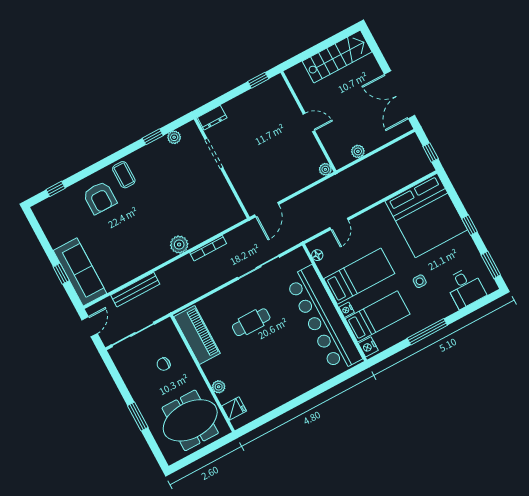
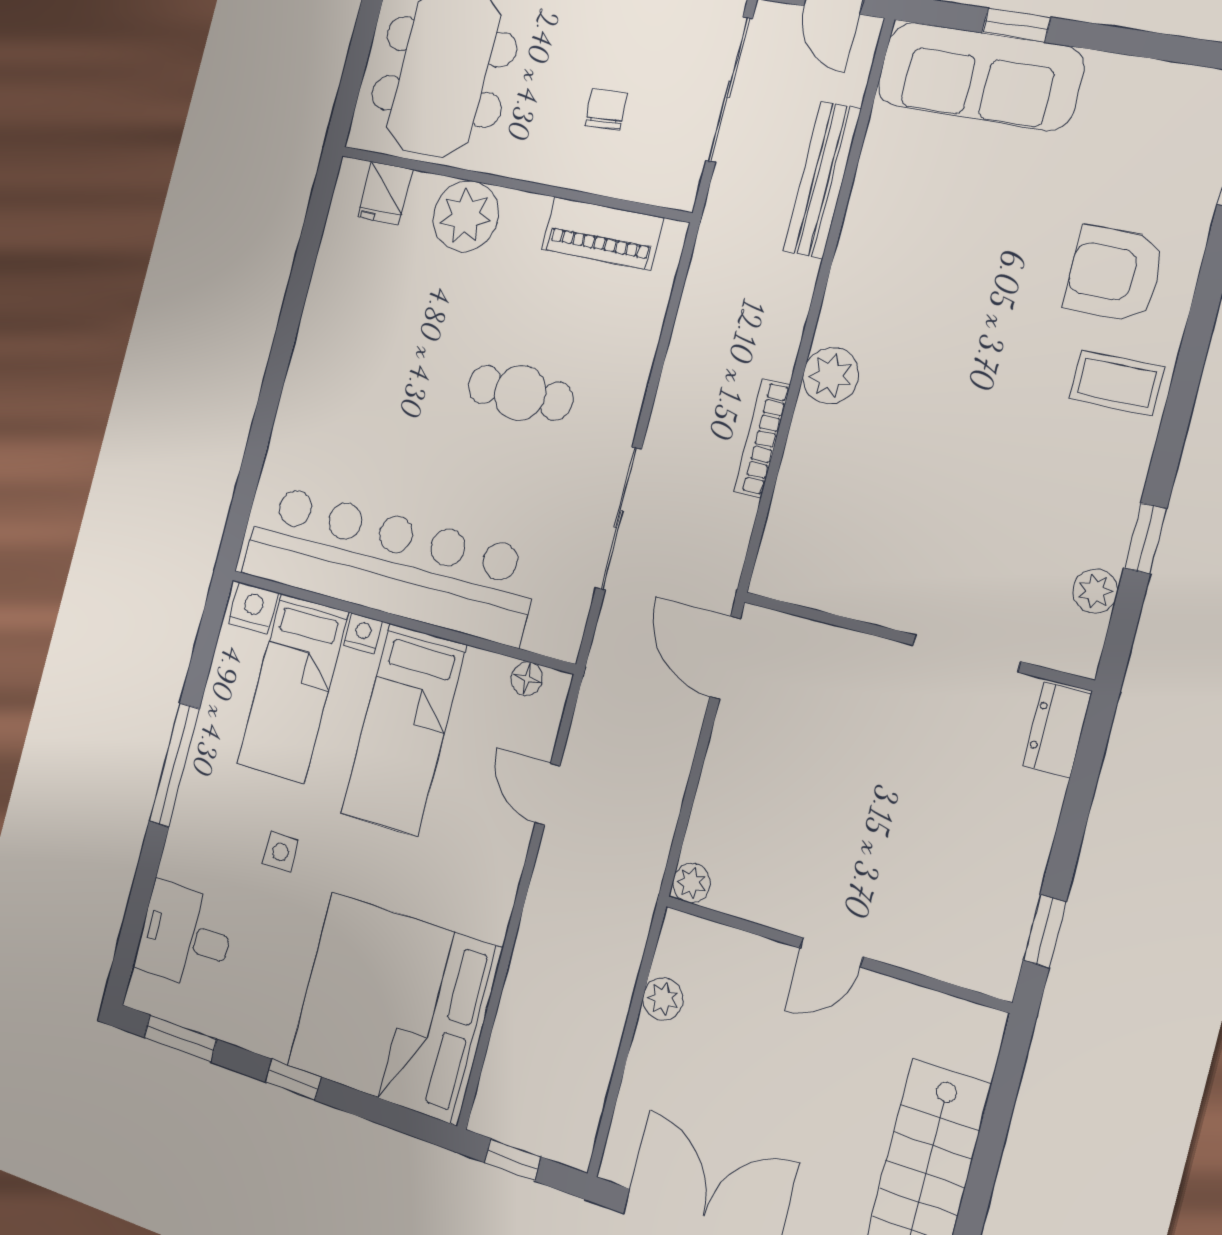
cafe table: (251, 322) -> (520, 393), turned 90
piano: (197, 335) -> (602, 233), width x0.73, depth x0.75
plant: (219, 387) -> (465, 216), width x1.87, depth x1.87

